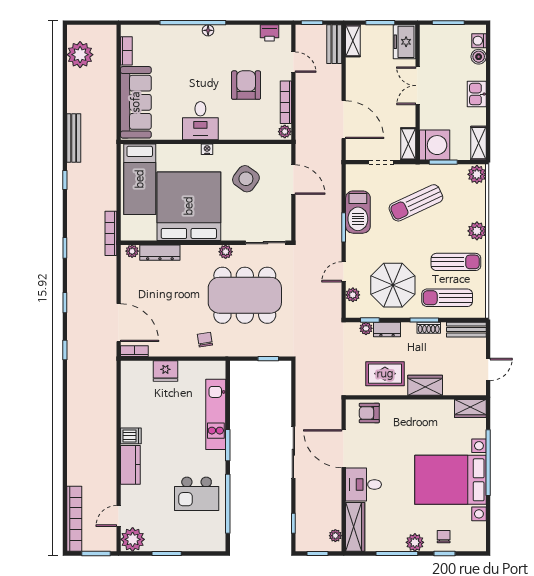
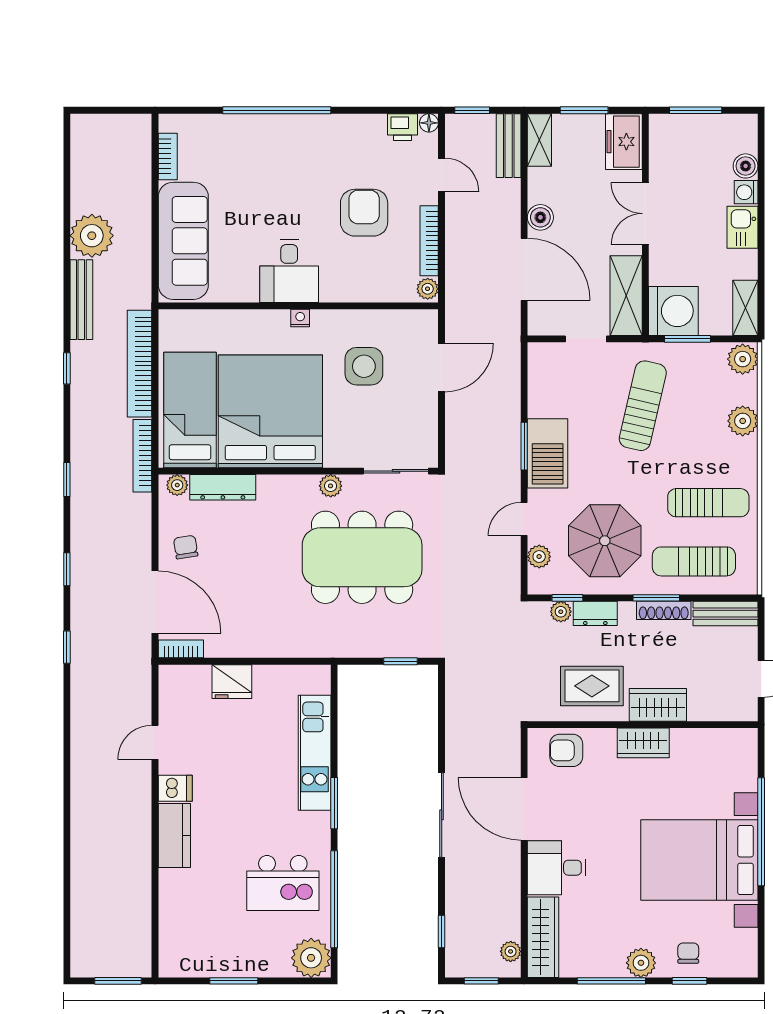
floor lamp: (208, 30) -> (429, 123), moved
washing machine: (479, 41) -> (746, 192), moved
plant: (80, 55) -> (92, 236), moved
boiler: (354, 88) -> (540, 217), added
shelving: (408, 144) -> (626, 296), width x1.50, depth x1.33
bed: (140, 179) -> (190, 410), moved, turned 180
side table: (246, 179) -> (364, 366), turned -36
door: (293, 180) -> (442, 368), hinge flipped
sun lounger: (416, 203) -> (643, 406), turned 128
barbecue: (358, 212) -> (548, 453), moved
plant: (477, 231) -> (743, 421), moved
shoe rack: (429, 328) -> (664, 610), width x1.43
chair: (205, 340) -> (186, 547), moved
wardrobe: (470, 408) -> (643, 743), moved
door: (119, 516) -> (155, 742), moved
bookcase: (74, 519) -> (140, 364), moved, turned 180
plant: (133, 539) -> (311, 958), moved

